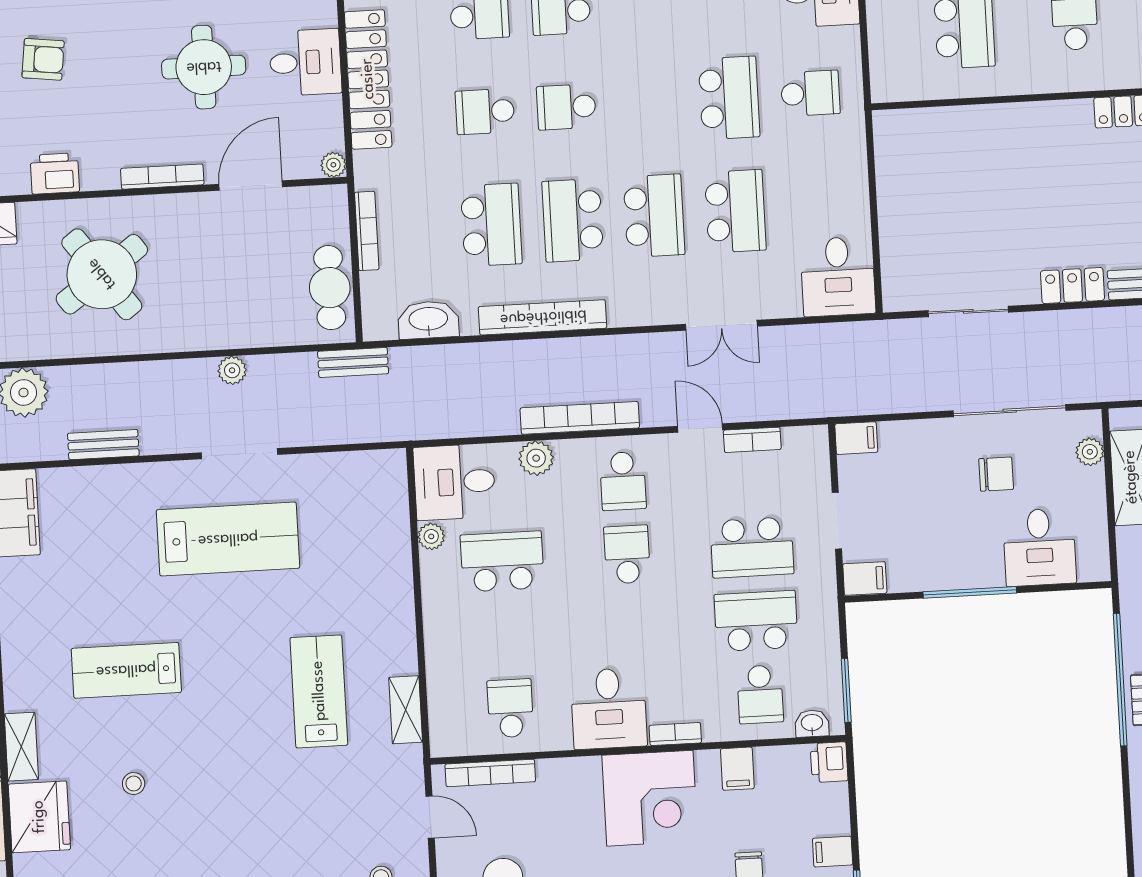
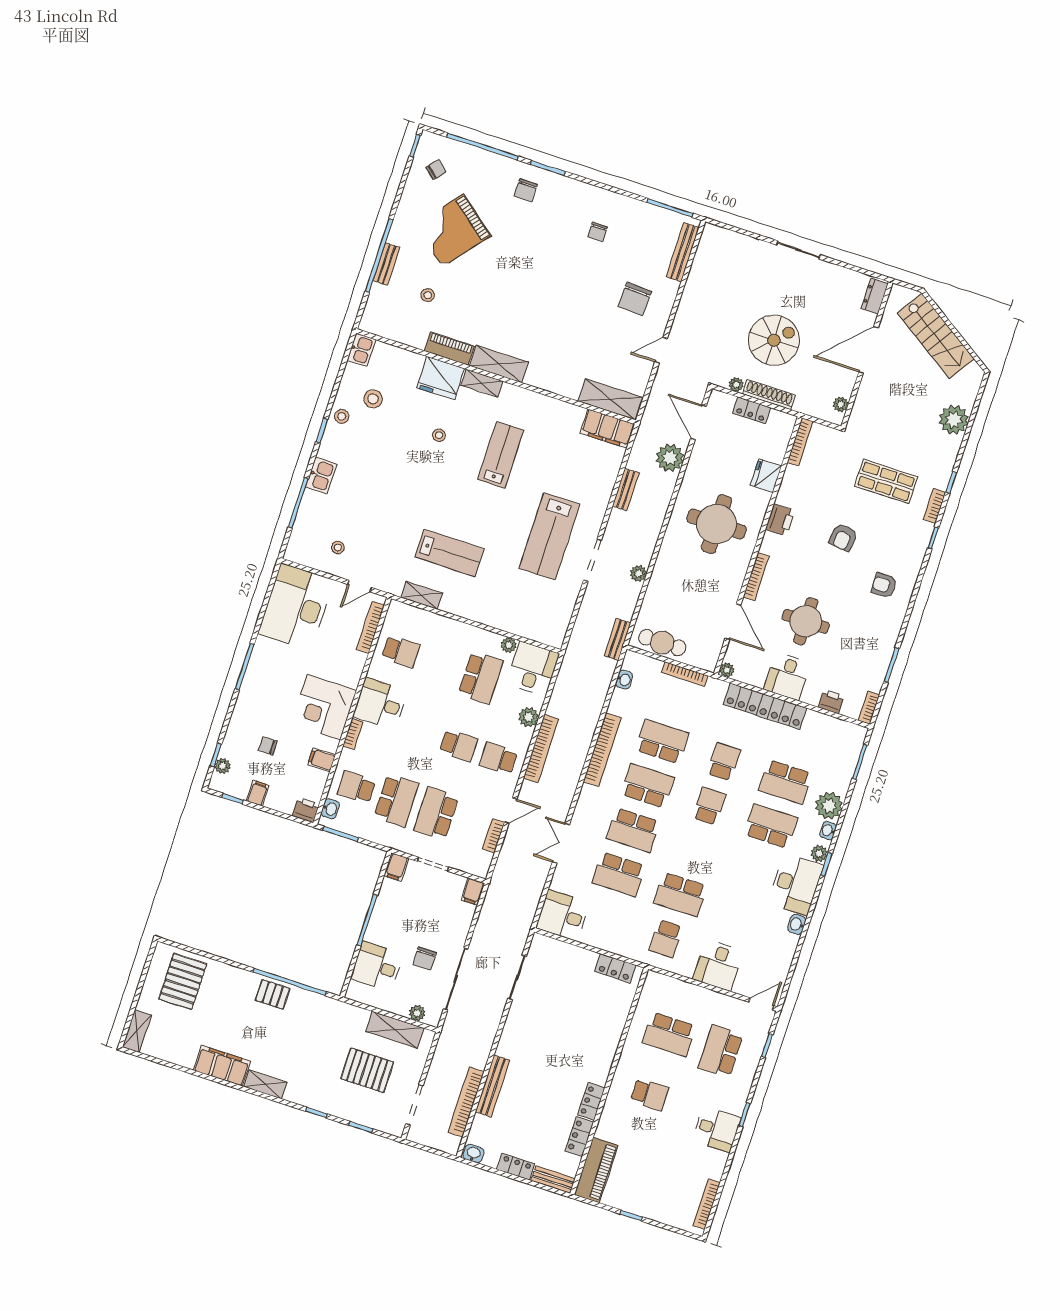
school desk: (491, 225) -> (662, 742), turned 180
round table: (102, 274) -> (717, 524), turned 36
locker: (1072, 286) -> (615, 968), moved, turned 90
washbasin: (428, 320) -> (624, 680), width x0.52, depth x0.69

